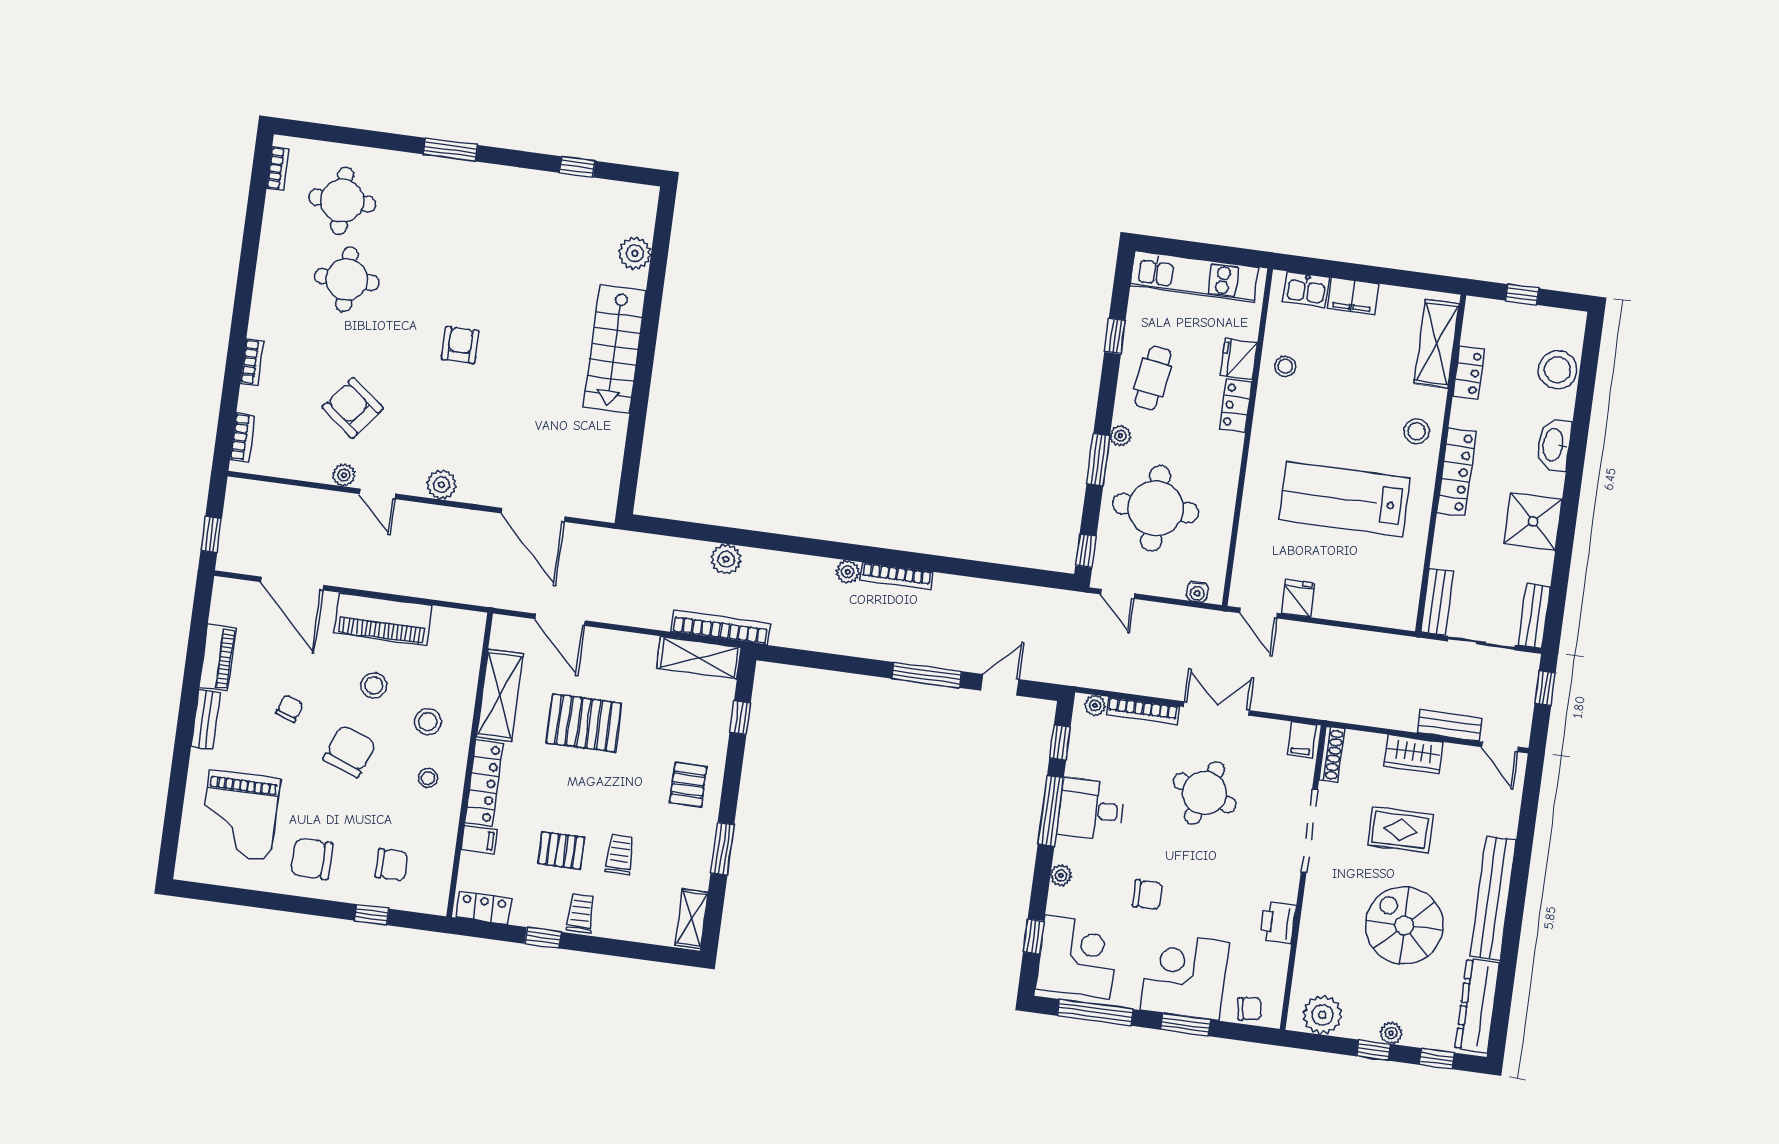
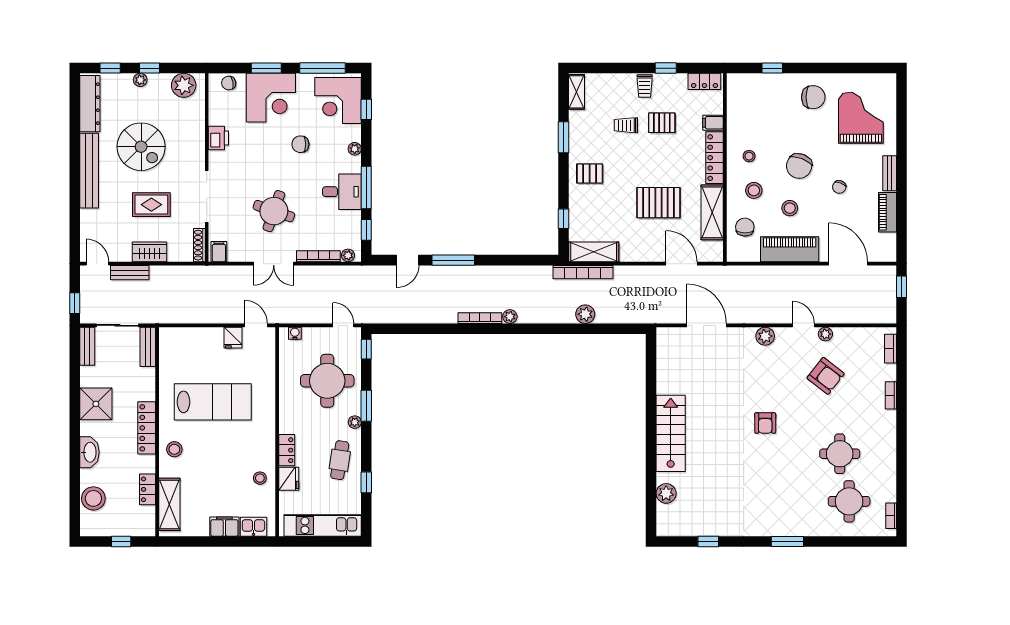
pallet: (688, 785) -> (590, 174), turned 90
trolley: (620, 855) -> (626, 125), turned 90
chair: (391, 865) -> (745, 227), moved, turned 92

